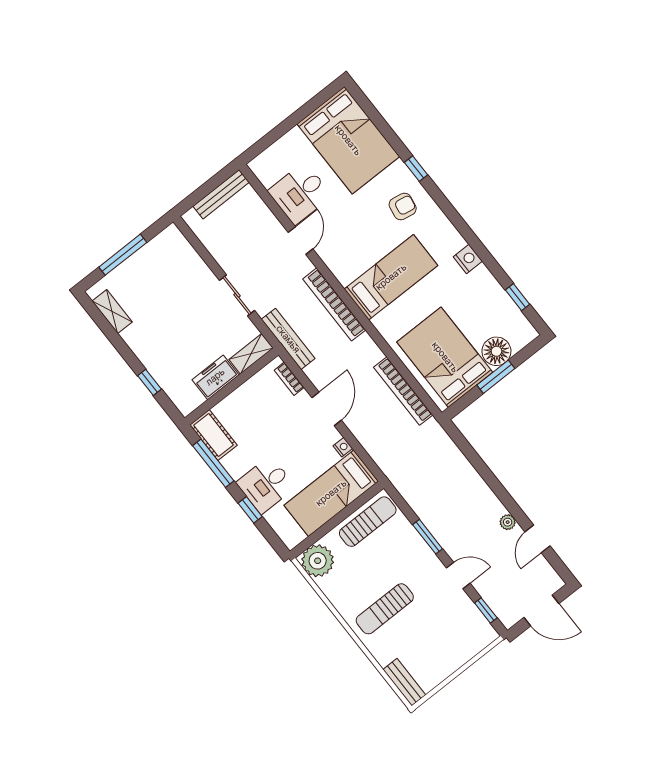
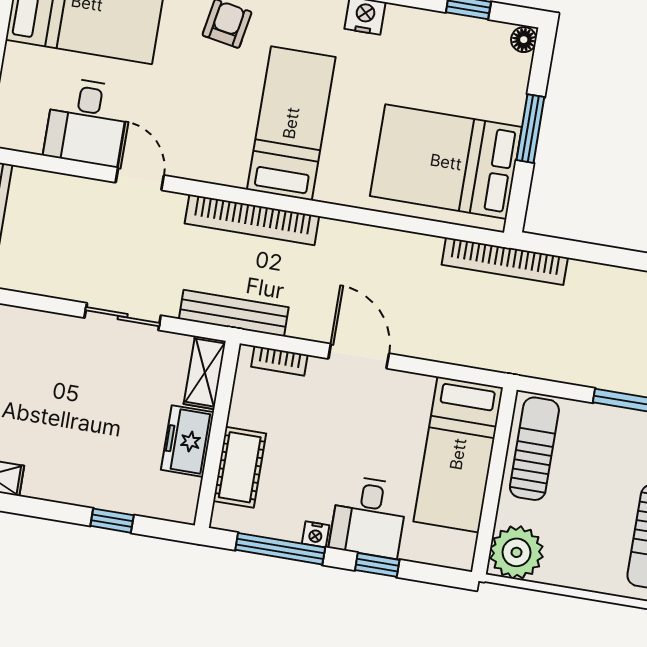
floor lamp: (496, 351) -> (524, 40), moved, width x0.53, depth x0.53
bookcase: (403, 391) -> (505, 261), moved
cot: (214, 435) -> (240, 467), moved, turned 90
nightstand: (343, 447) -> (316, 534), moved, turned 180

